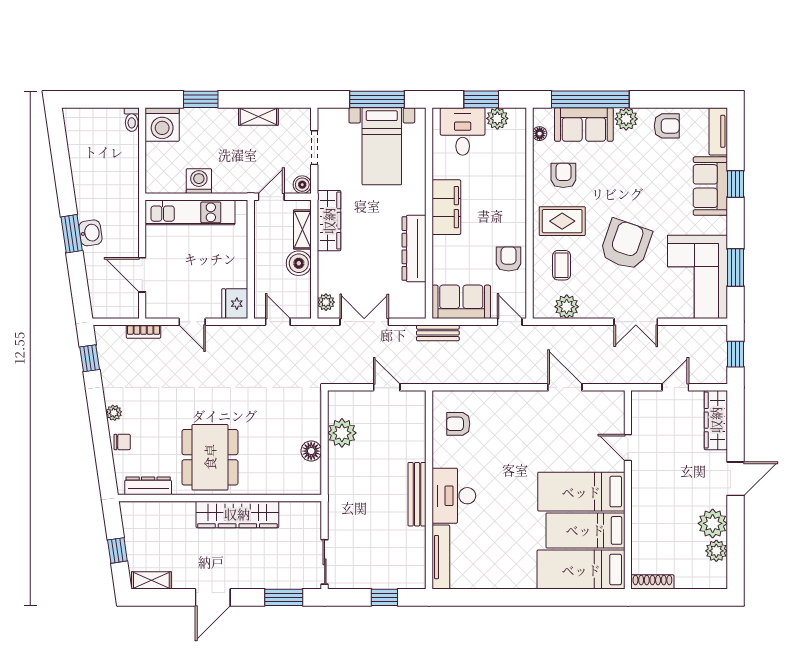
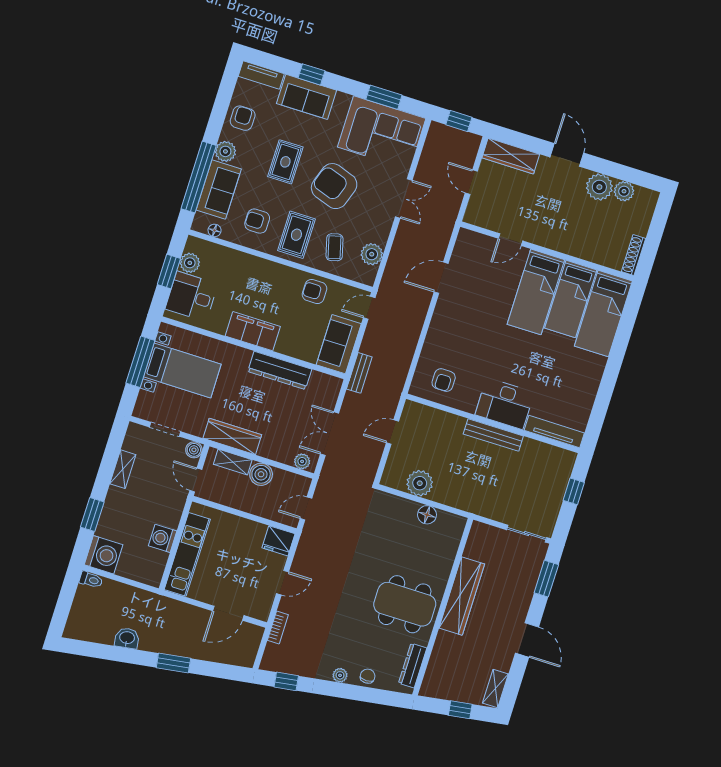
rug: (635, 185) -> (285, 162), added
washbasin: (90, 233) -> (127, 638), moved
coffee table: (562, 265) -> (334, 247), turned 75

